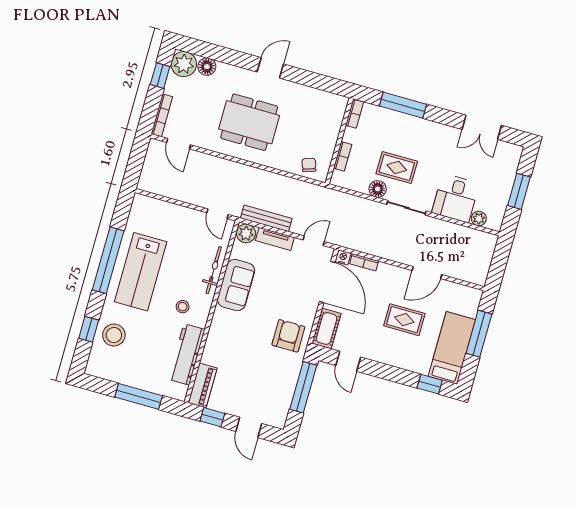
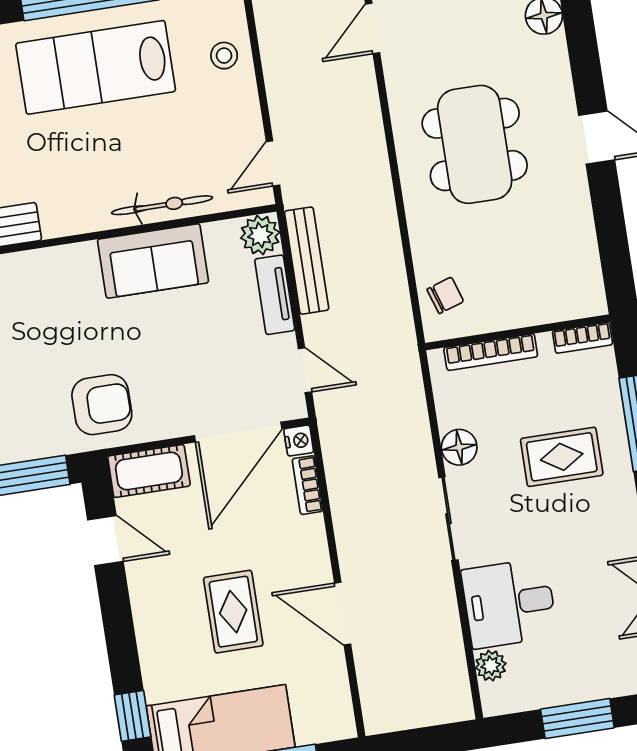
bookcase: (343, 156) -> (491, 352), width x1.56
rug: (397, 168) -> (562, 457), moved, turned 90
stool: (183, 307) -> (224, 56), moved
door: (348, 361) -> (105, 541), swing flipped

